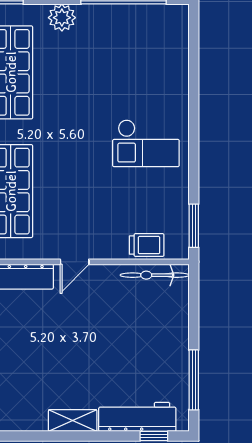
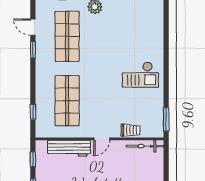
trolley: (147, 245) -> (131, 130), moved

